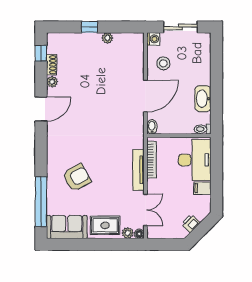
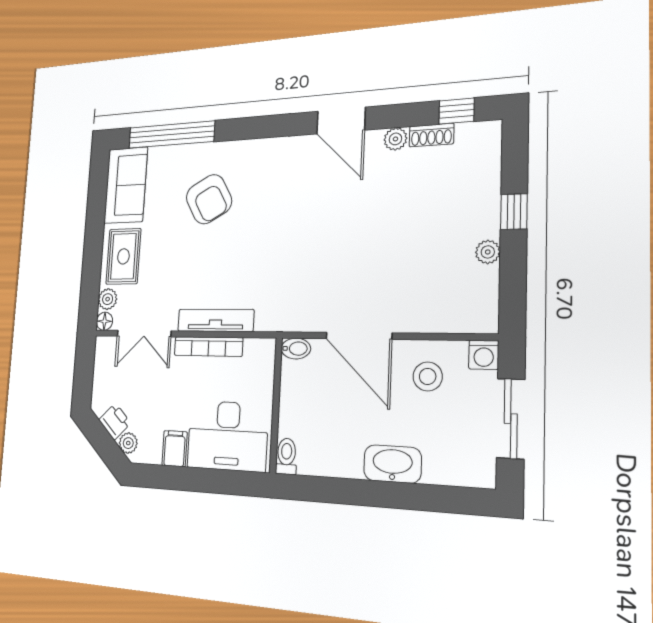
washbasin: (203, 99) -> (392, 464), moved
bookcase: (152, 160) -> (208, 347), moved
plant: (201, 215) -> (128, 443), added

